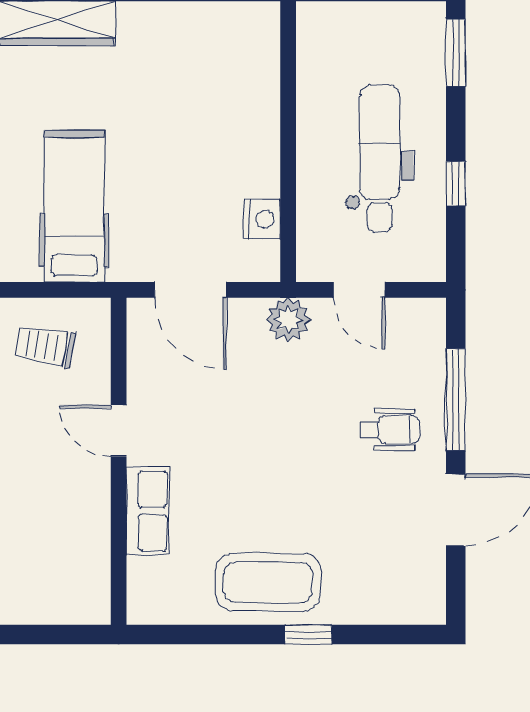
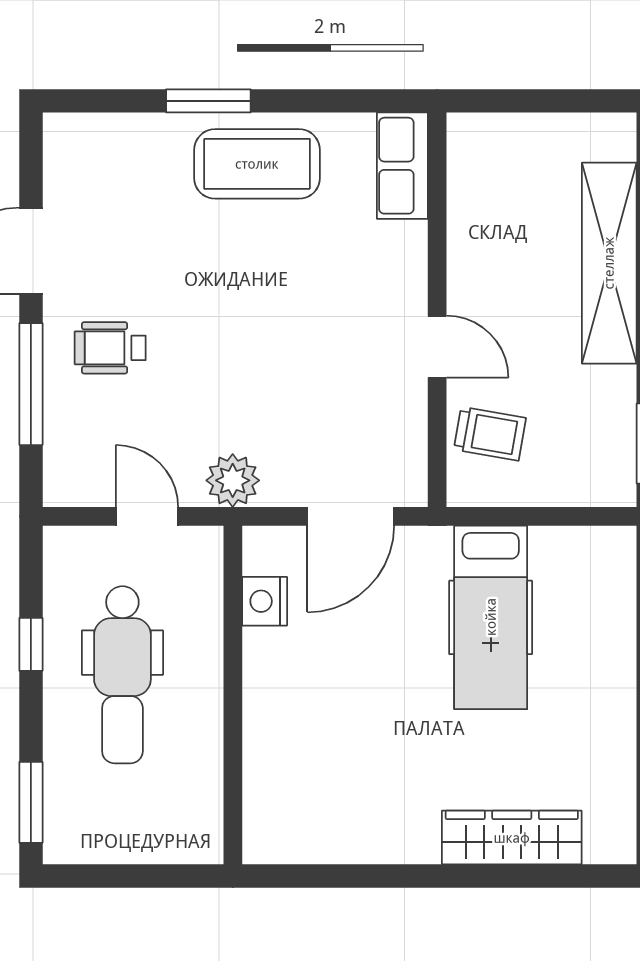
door: (190, 290) -> (351, 516), swing flipped
trolley: (45, 346) -> (490, 434), moved
row of seats: (147, 511) -> (402, 166), moved
window: (308, 635) -> (208, 101), width x1.50

